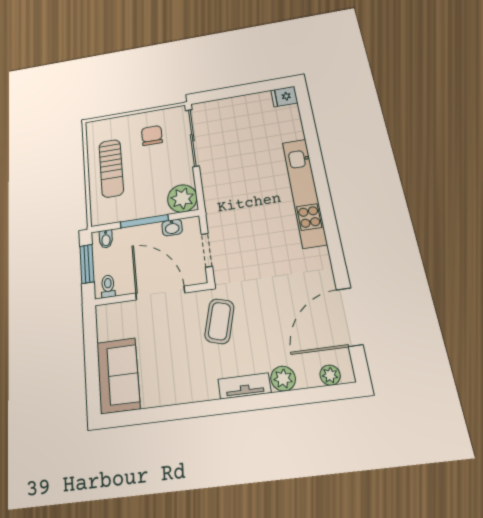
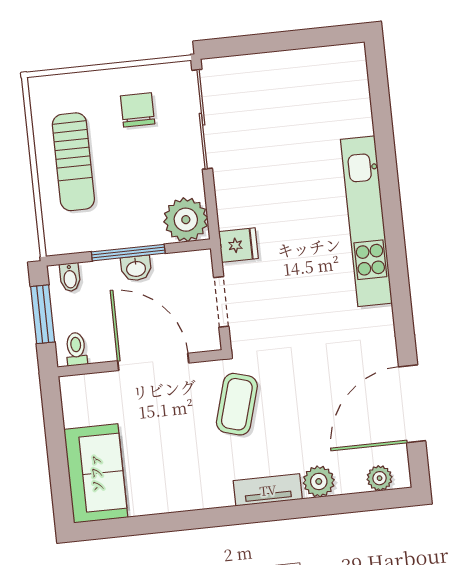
fridge: (284, 97) -> (238, 245), moved, turned 180
washbasin: (172, 227) -> (136, 268), moved

